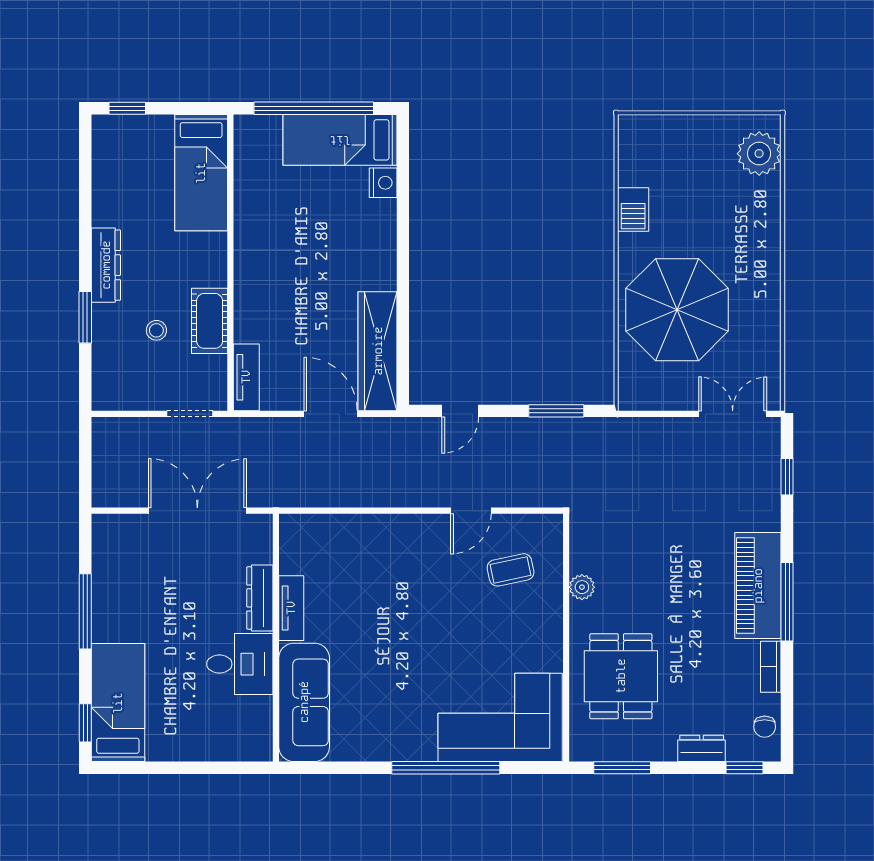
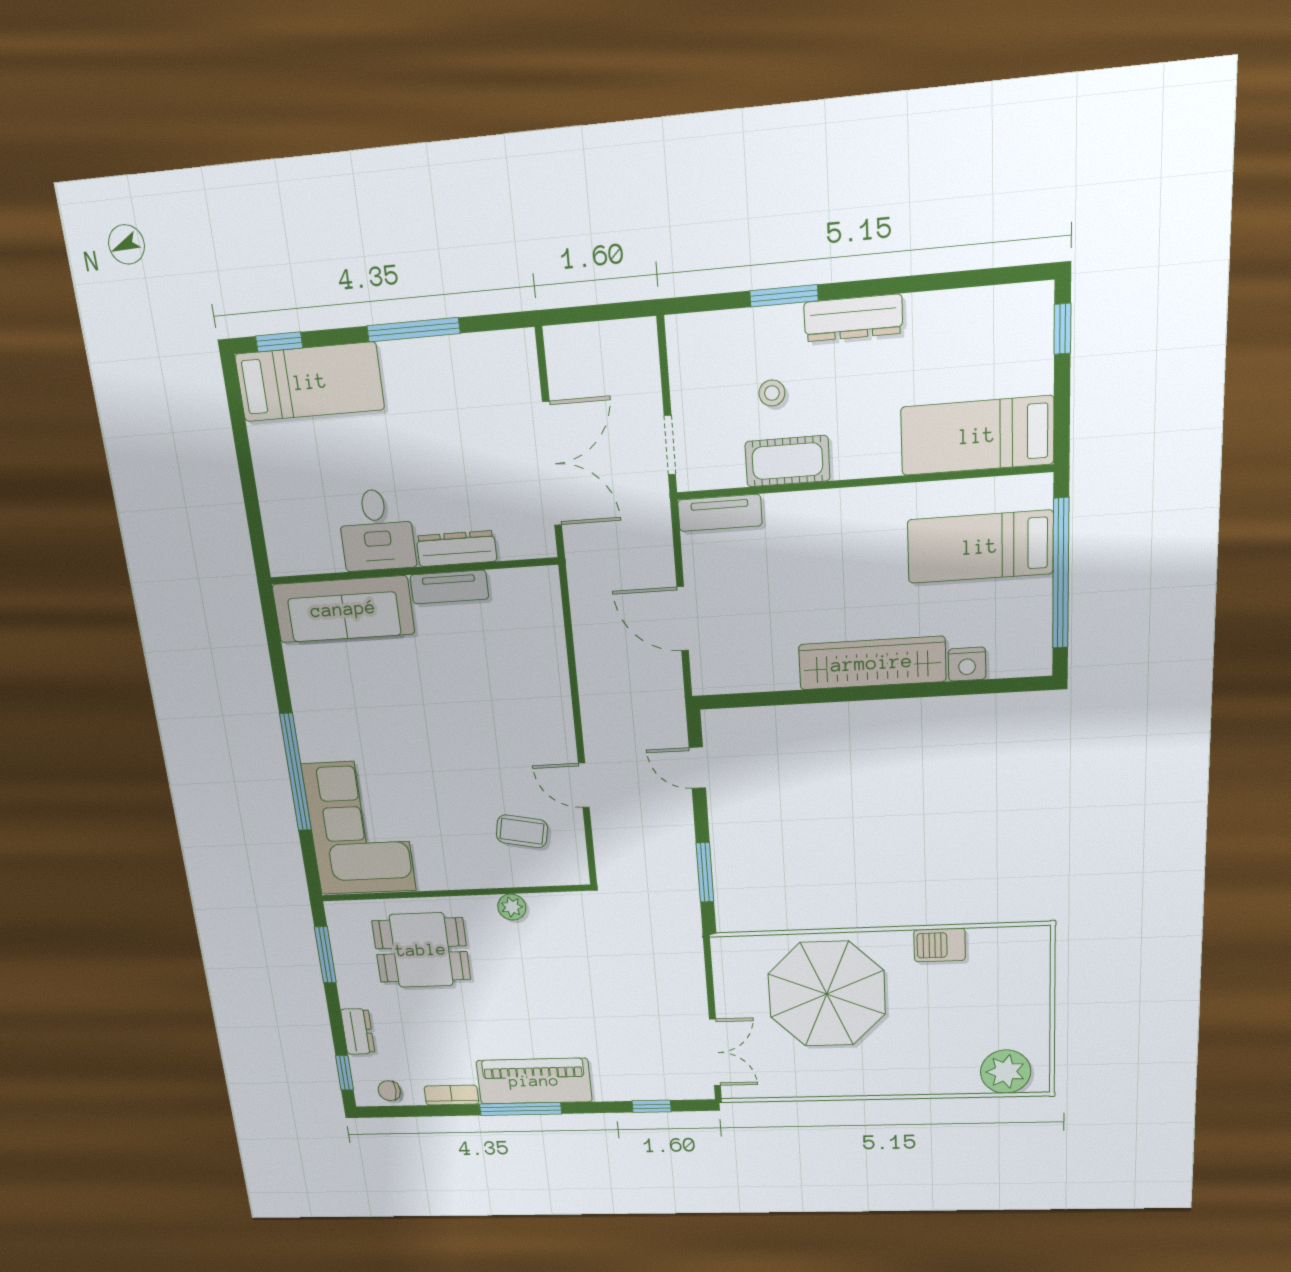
bed: (340, 140) -> (980, 547), moved, turned -90
wardrobe: (378, 351) -> (872, 663), moved
door: (331, 414) -> (683, 619), swing flipped
coffee table: (511, 570) -> (522, 831), turned -67

